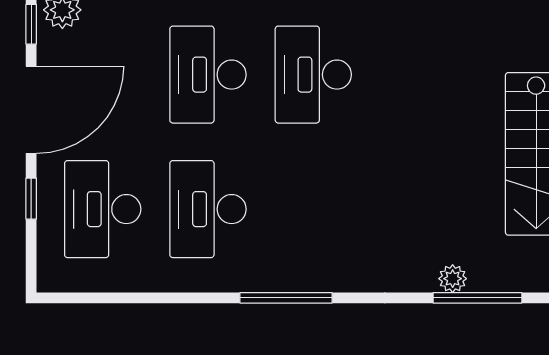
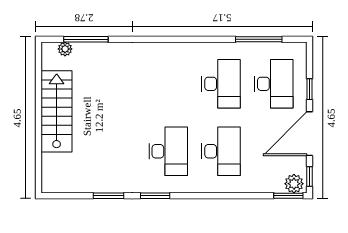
plant: (453, 279) -> (65, 49), moved
window: (286, 298) -> (259, 39), moved

